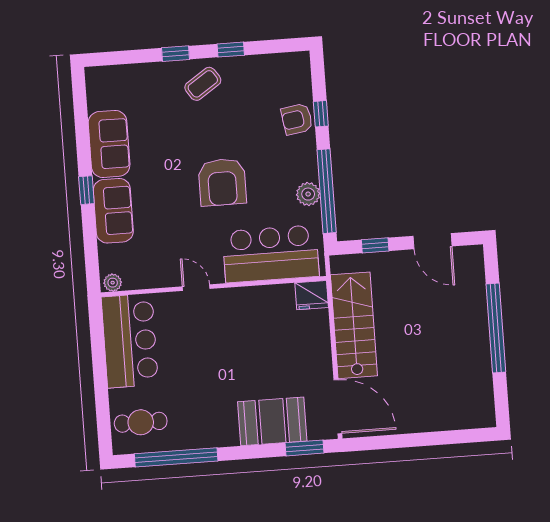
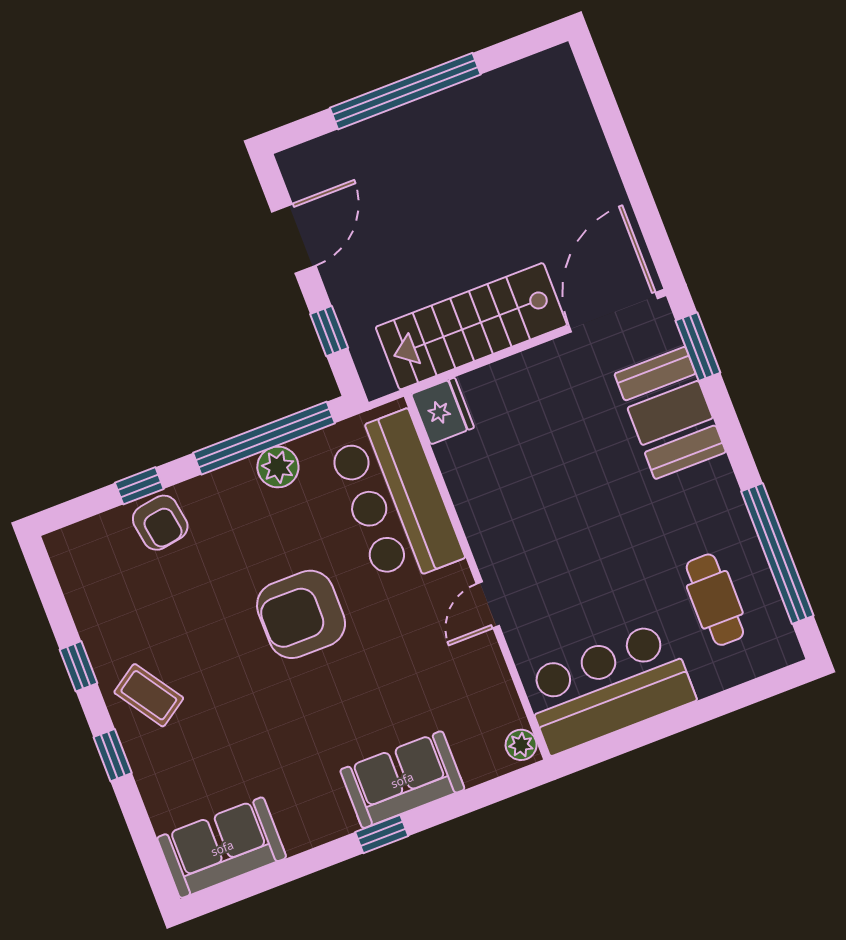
sofa: (109, 144) -> (222, 848), moved
armchair: (222, 182) -> (301, 614), turned 180
cafe table: (141, 422) -> (715, 600), moved

